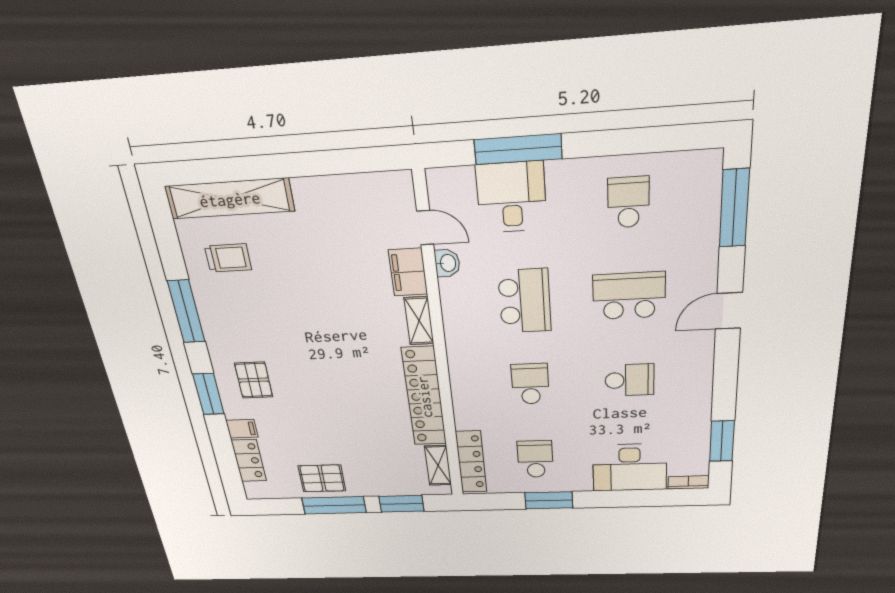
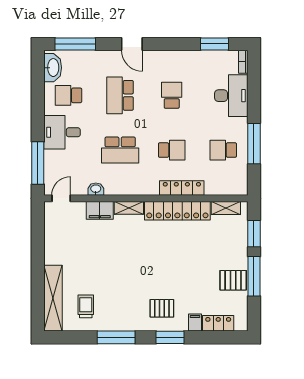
window: (518, 149) -> (38, 163), moved
washbasin: (687, 168) -> (53, 68), added
desk: (511, 197) -> (62, 132), moved
door: (425, 228) -> (61, 198), moved
school desk: (525, 301) -> (120, 150), turned 180
school desk: (530, 384) -> (172, 150), turned 180
locker: (471, 462) -> (182, 188), moved
pallet: (322, 478) -> (233, 280), turned 90
window: (549, 500) -> (254, 144), width x1.44

